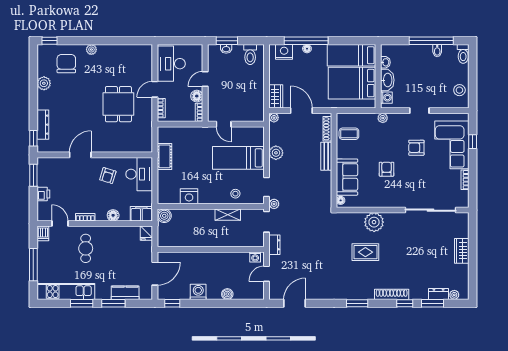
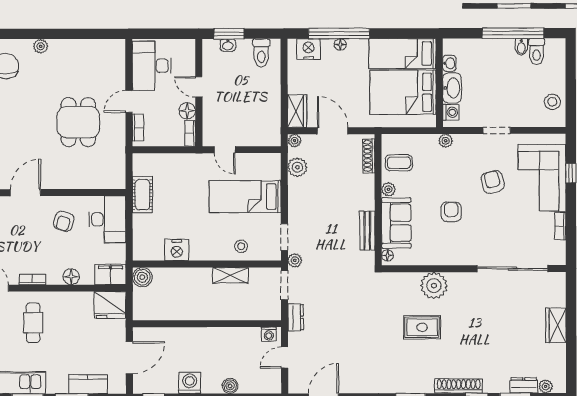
toilet: (463, 54) -> (537, 52), moved
door: (205, 79) -> (199, 87), hinge flipped
armchair: (416, 148) -> (493, 182), turned 77
plant: (276, 153) -> (297, 167), moved
plant: (341, 153) -> (388, 189), added
bench: (326, 156) -> (367, 231), moved
fridge: (146, 233) -> (110, 305), width x1.88, depth x1.34

